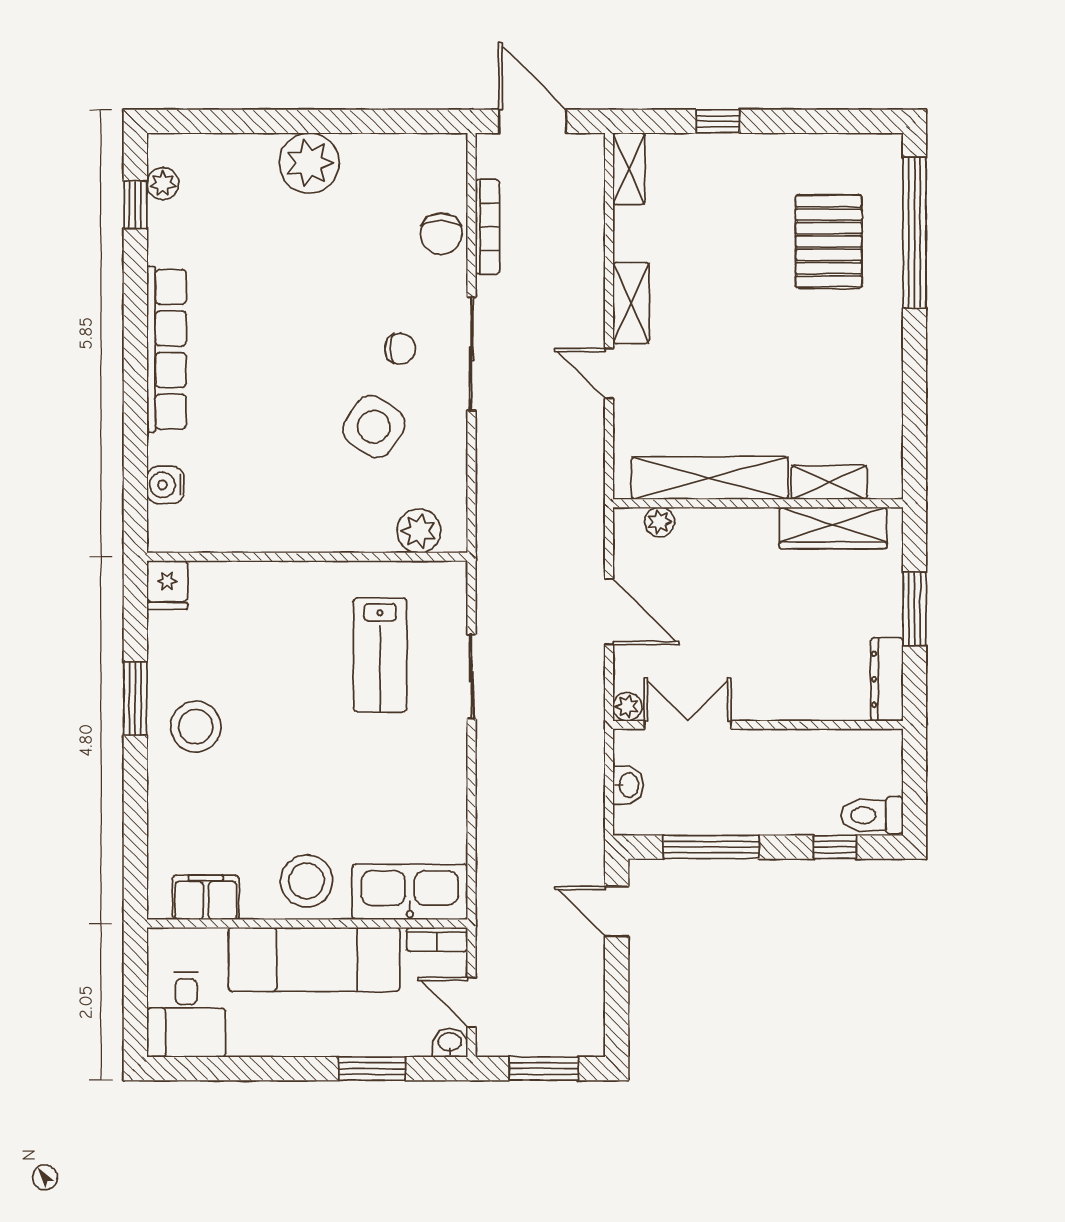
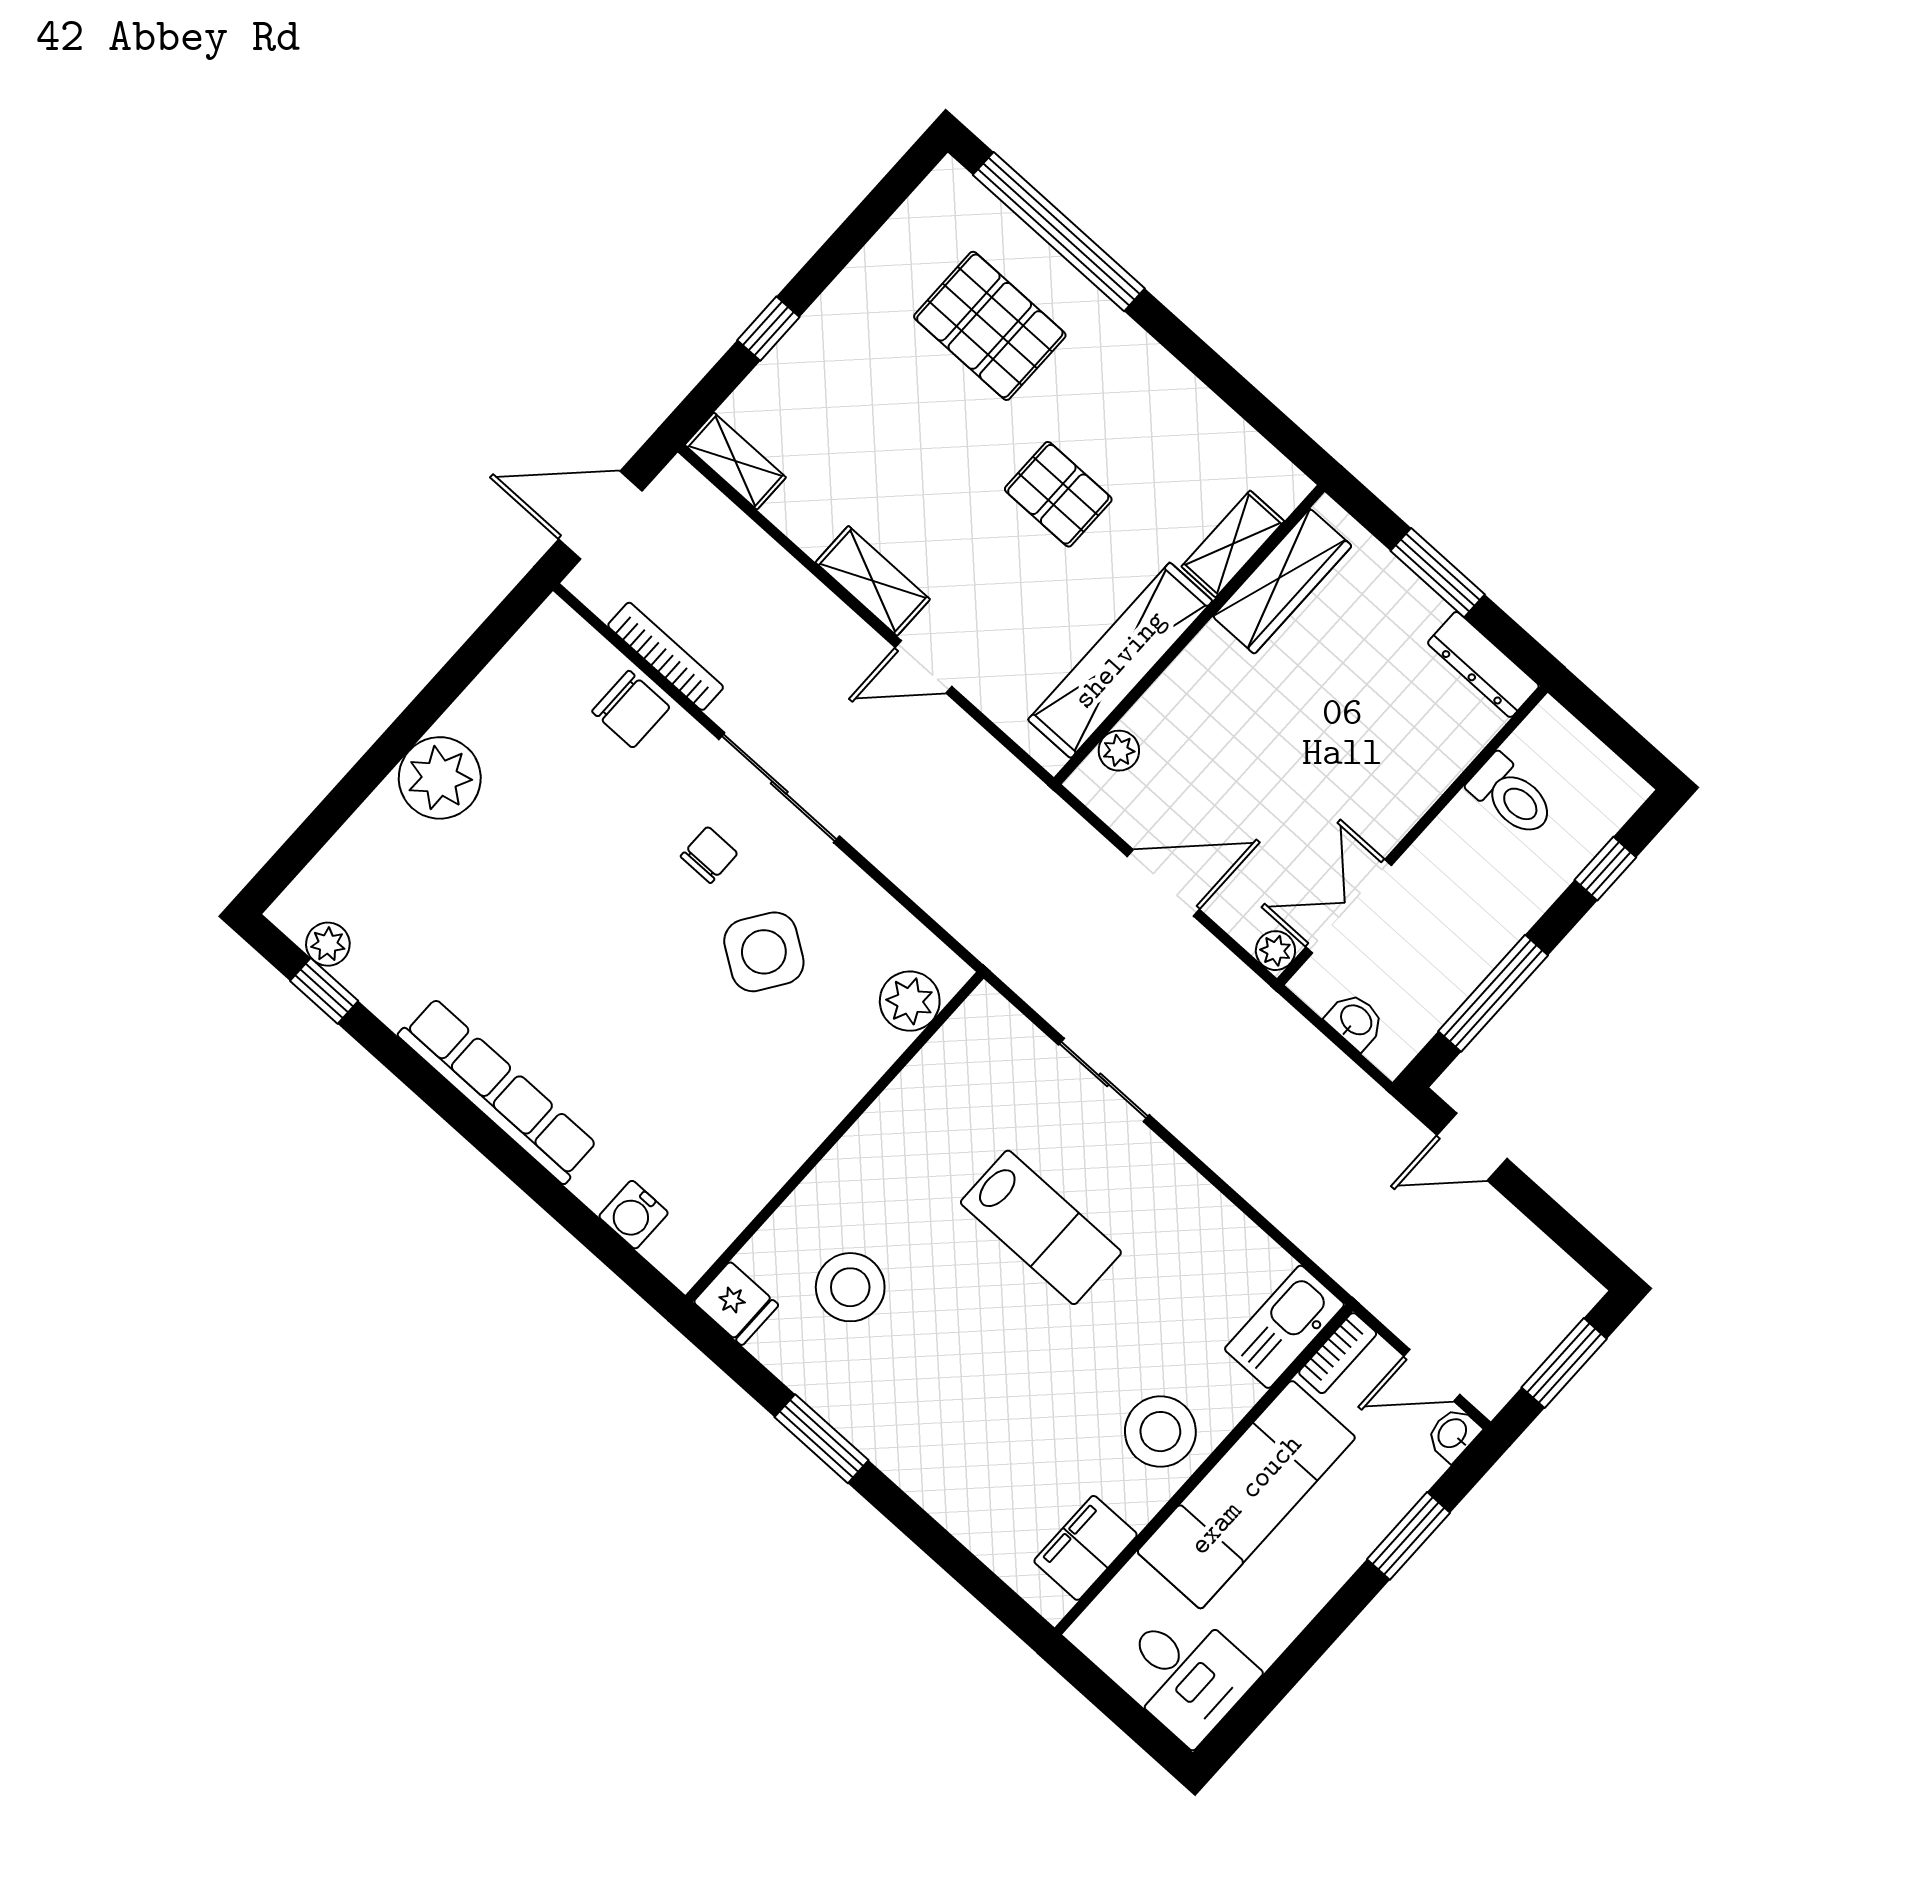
pallet: (770, 362) -> (1058, 494), added
lab bench: (380, 655) -> (1041, 1227), moved
stool: (196, 727) -> (850, 1287), moved
toilet: (872, 815) -> (1512, 796), moved, turned -90
kitchen sink: (410, 892) -> (1284, 1327), width x0.73, depth x0.81

